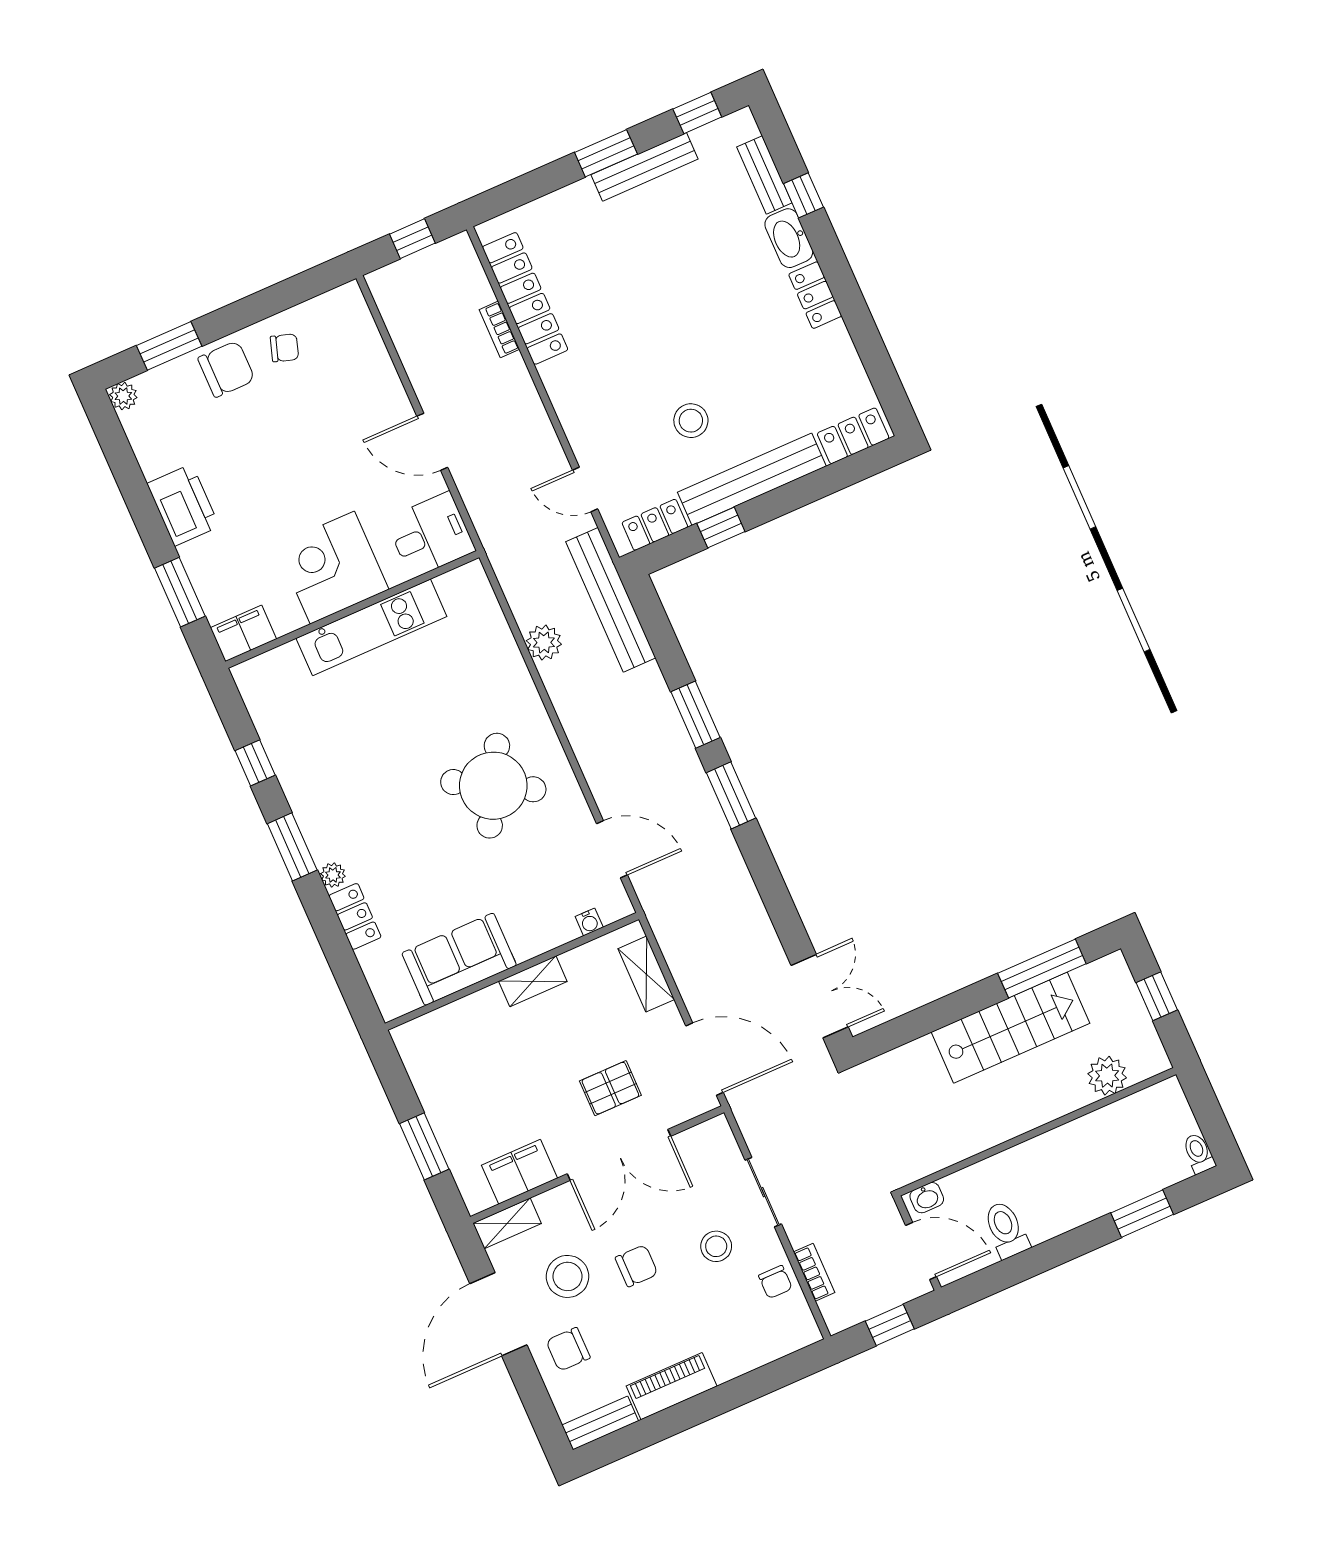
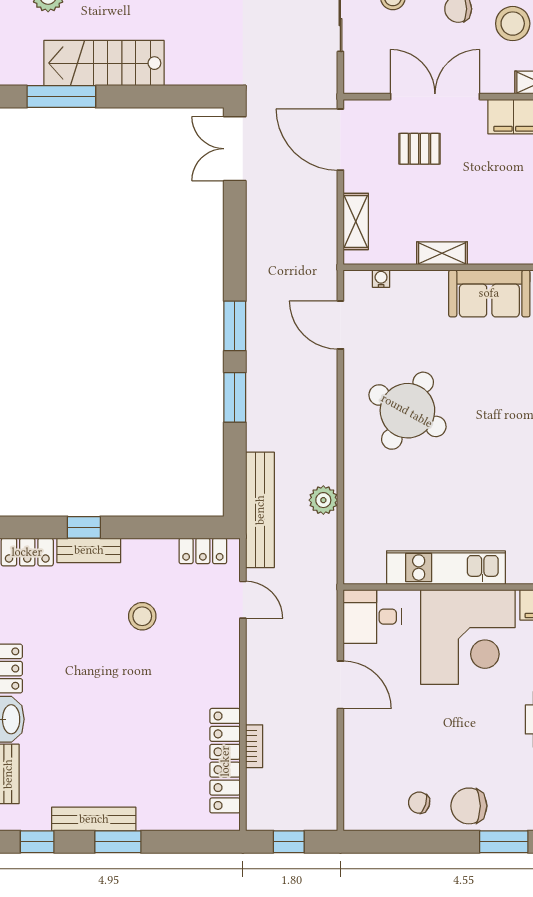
bench: (752, 479) -> (89, 550), width x0.54, depth x0.82
window: (721, 527) -> (84, 527), moved
corner desk: (332, 568) -> (468, 637), width x1.36, depth x1.36

